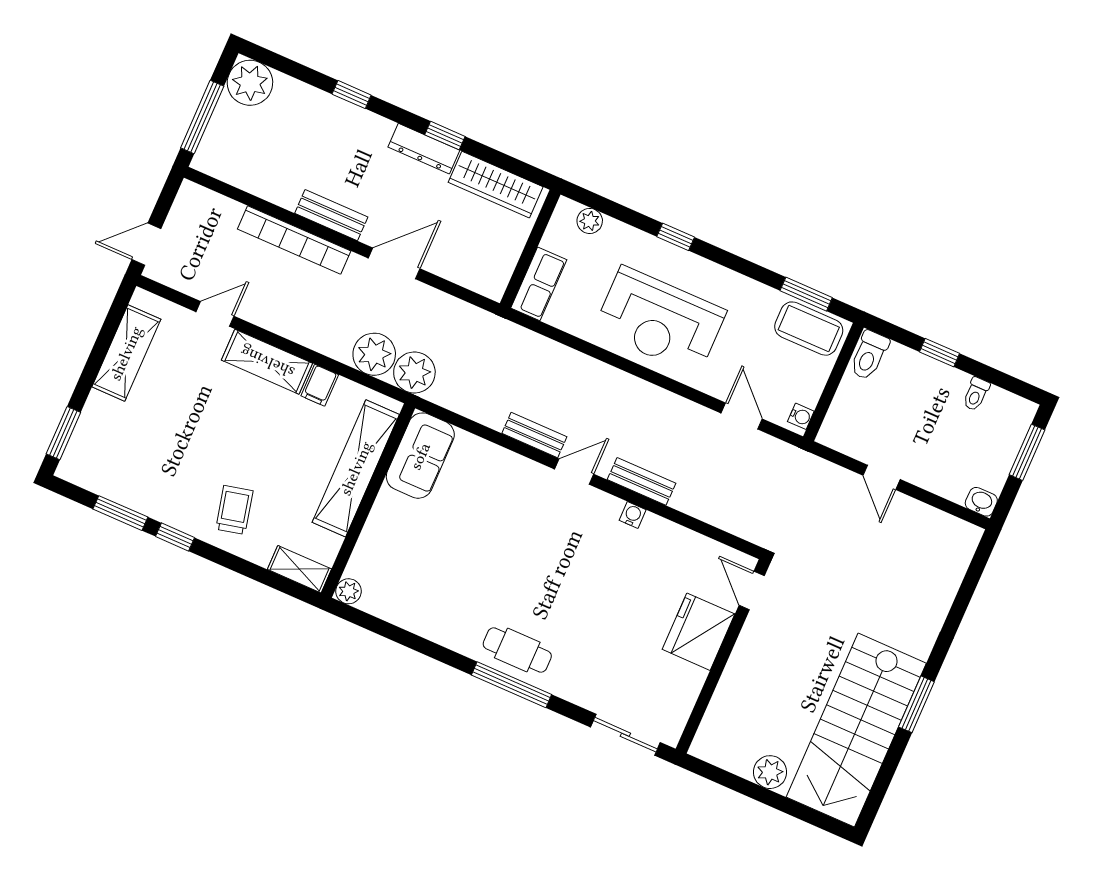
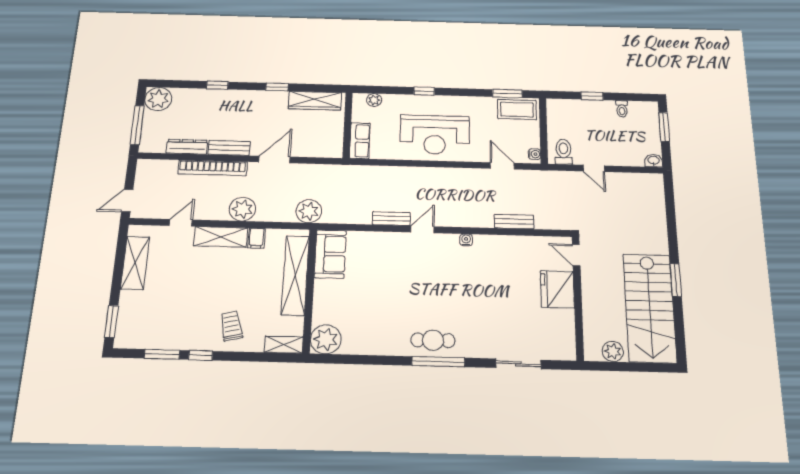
dresser: (424, 149) -> (187, 147), moved, turned 180
plant: (374, 354) -> (242, 209), moved
toilet: (869, 355) -> (564, 152), moved, turned 180
bench: (642, 481) -> (514, 222), moved
door: (752, 590) -> (576, 255), moved
plant: (348, 591) -> (326, 339), width x1.87, depth x1.87
fridge: (699, 632) -> (557, 289), moved
wall: (723, 656) -> (578, 298), moved

